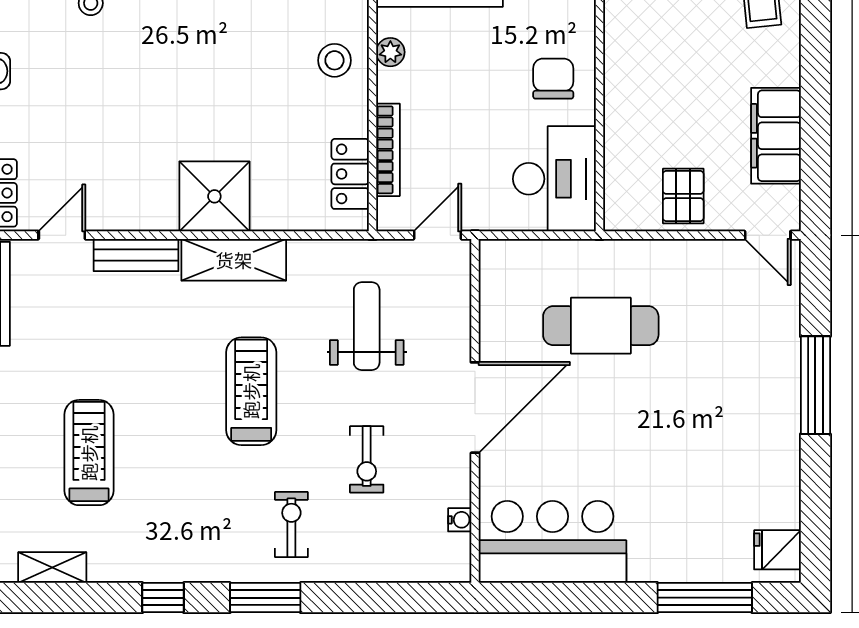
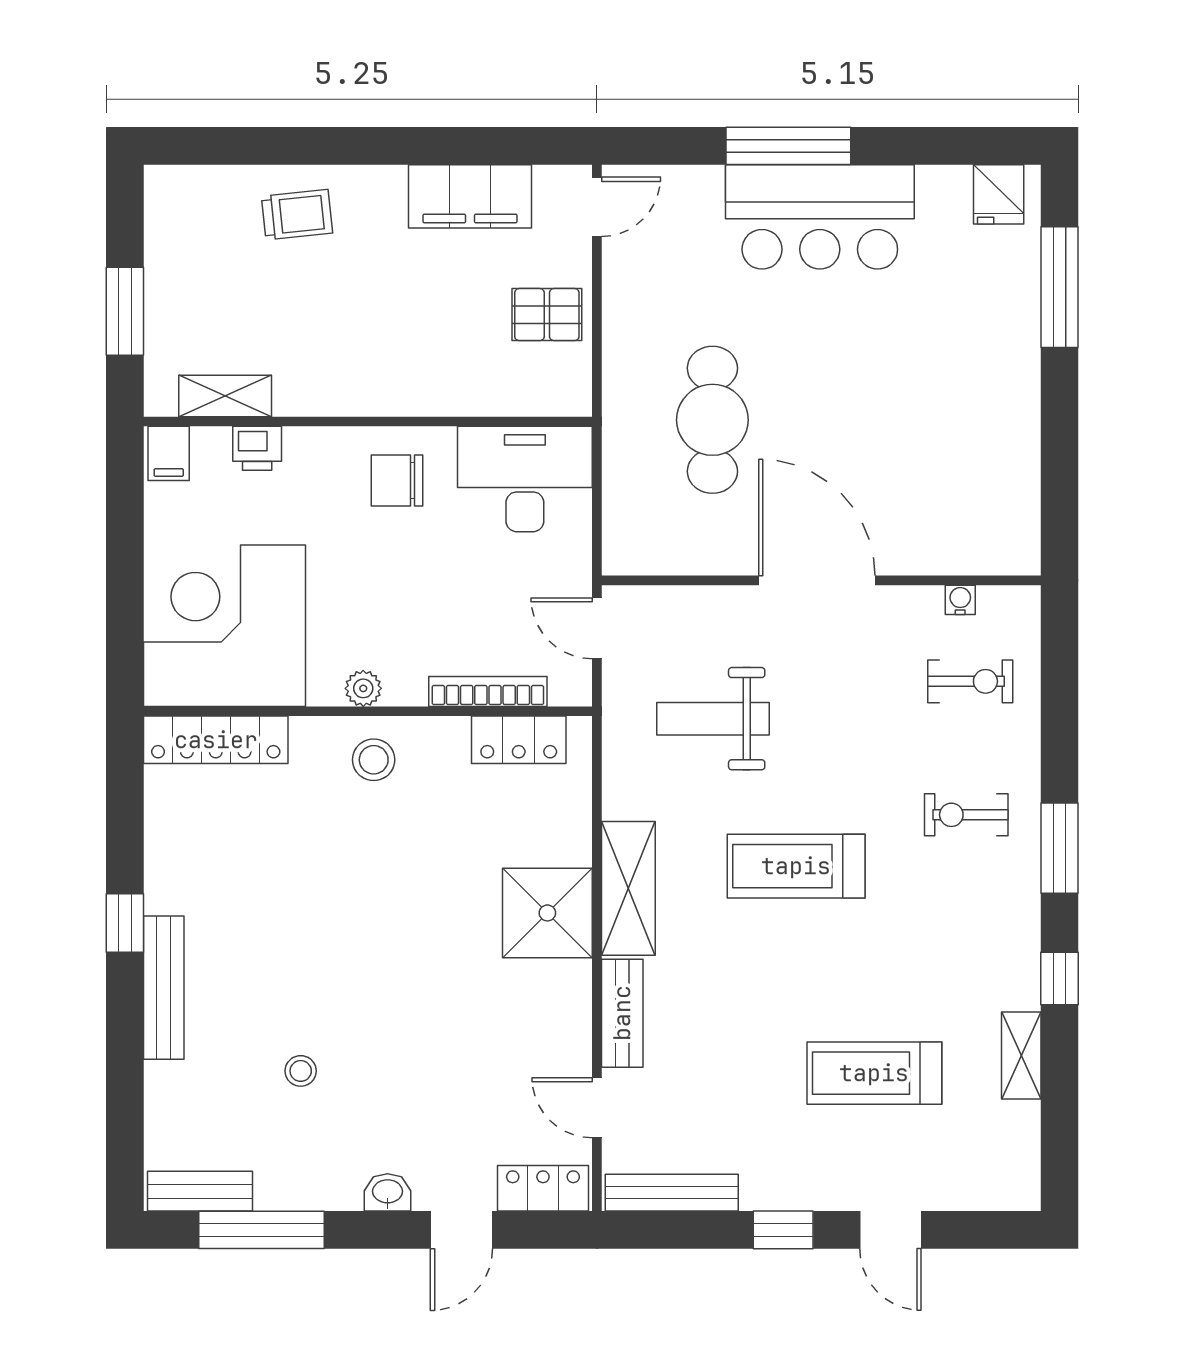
exercise bike: (367, 459) -> (970, 681), moved
bar counter: (552, 542) -> (820, 217), moved, turned -90
shelving: (52, 568) -> (1021, 1056), moved

